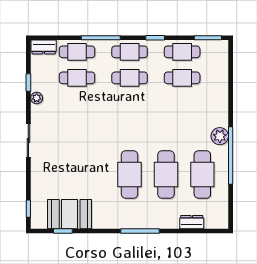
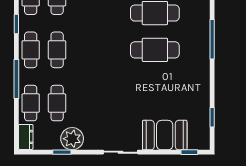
plant: (37, 98) -> (72, 139), width x1.88, depth x1.88
booth: (70, 214) -> (165, 135), moved, turned 90

